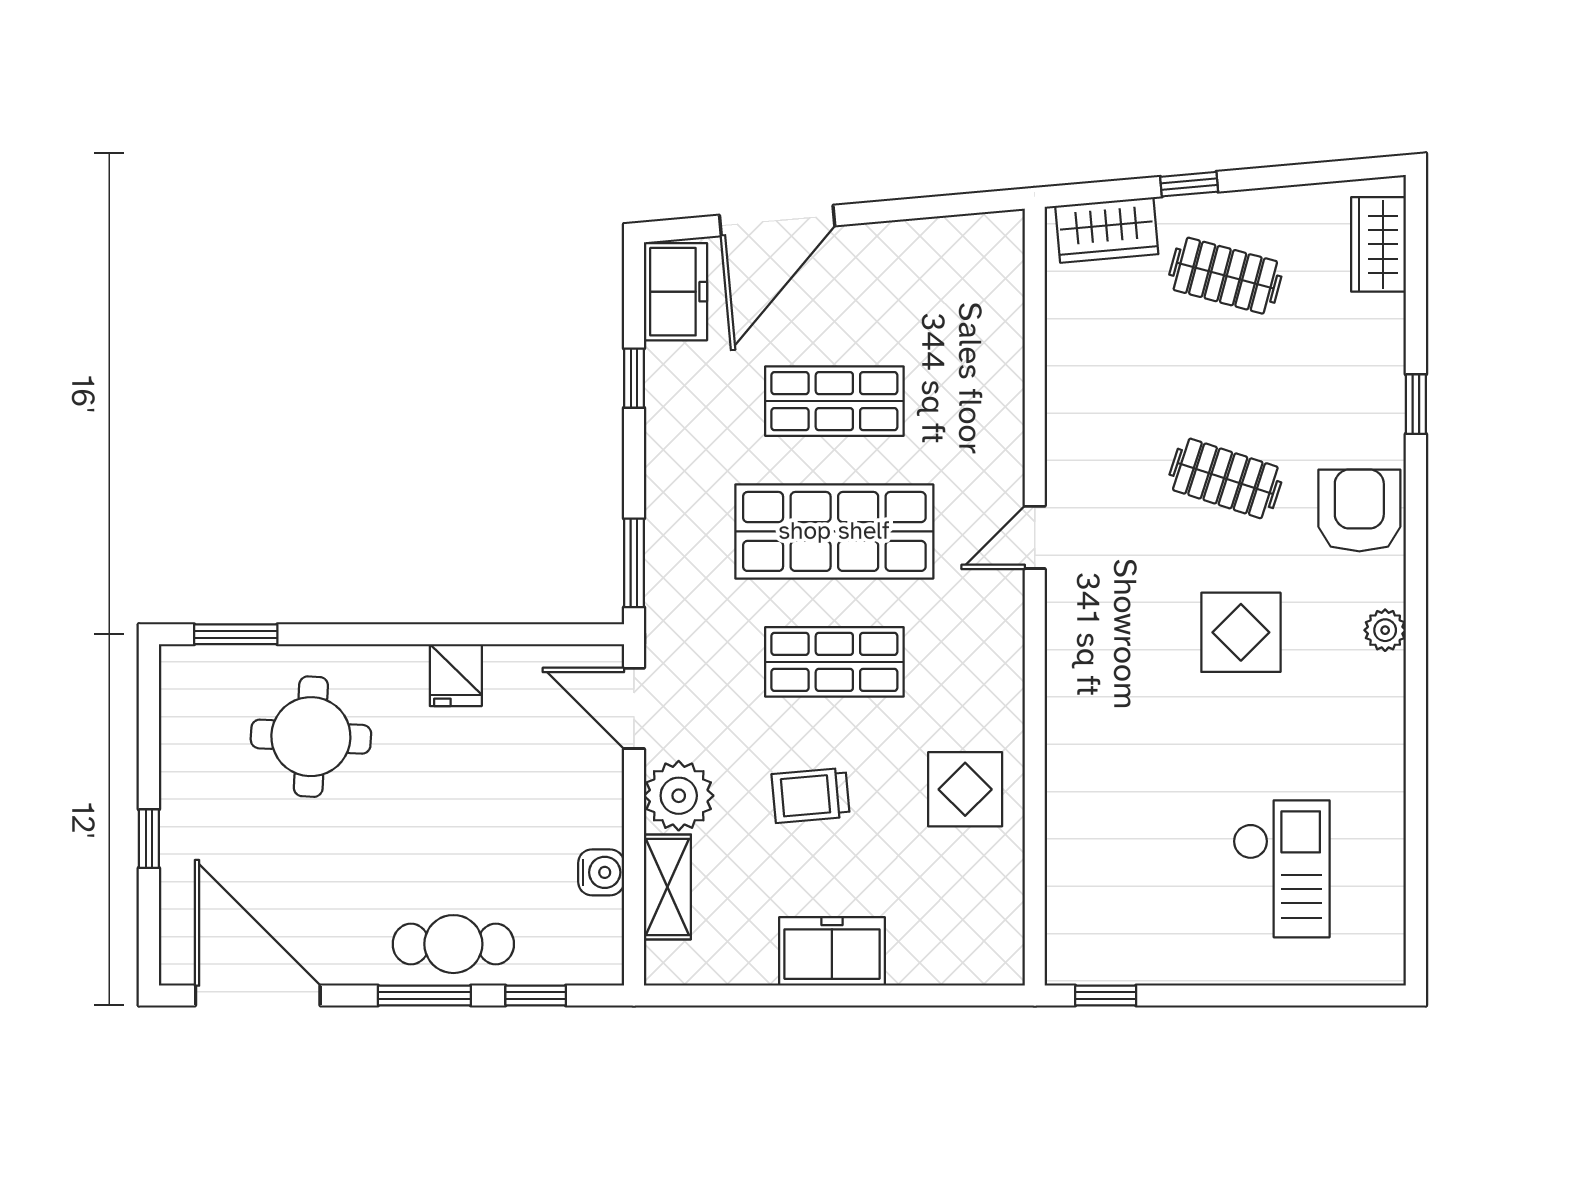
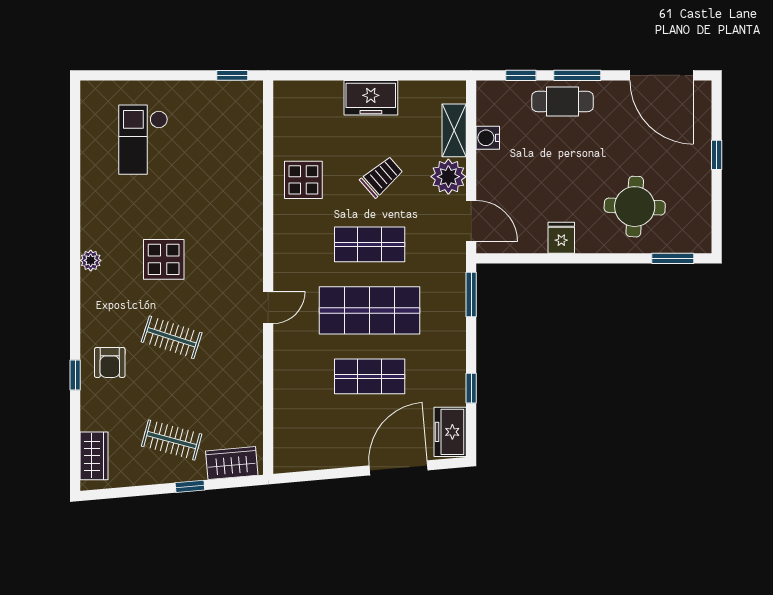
armchair: (1359, 510) -> (110, 362), moved, width x0.72, depth x0.72
trolley: (811, 795) -> (382, 177), turned -36

